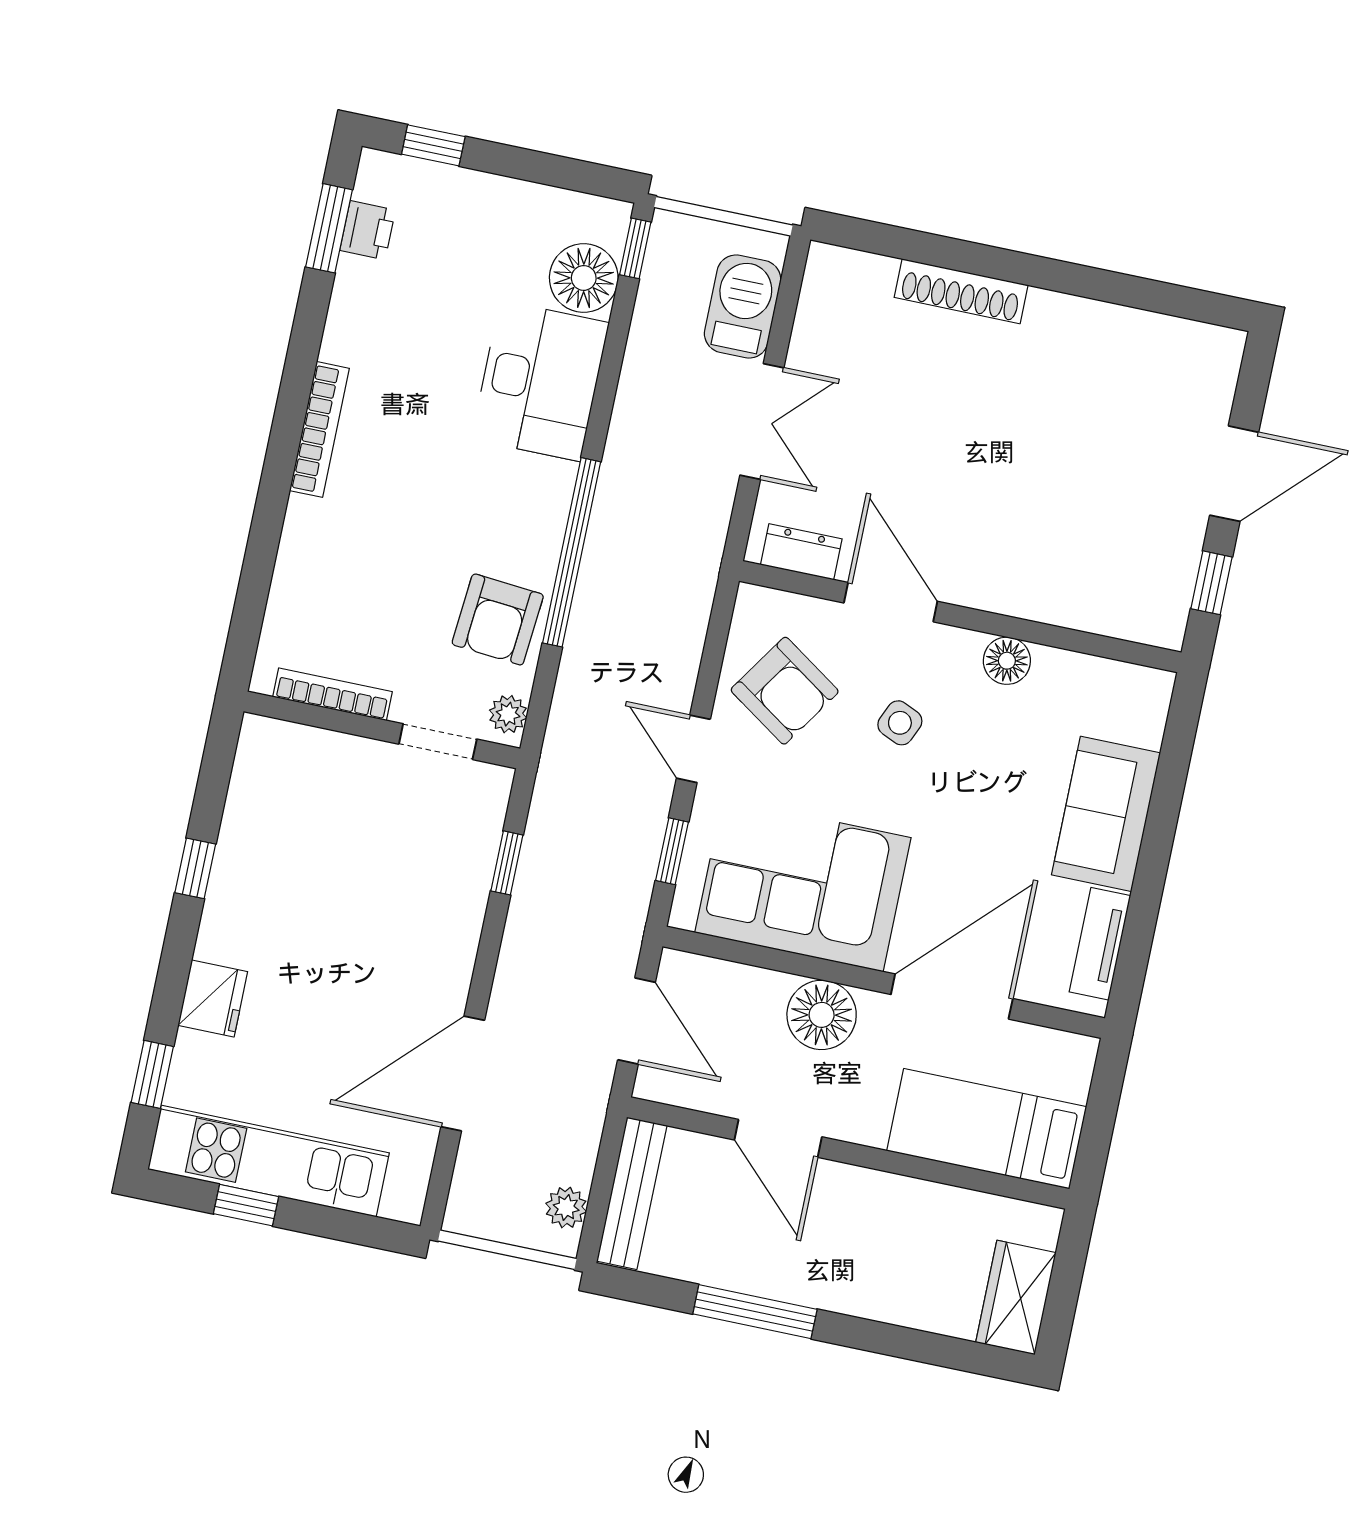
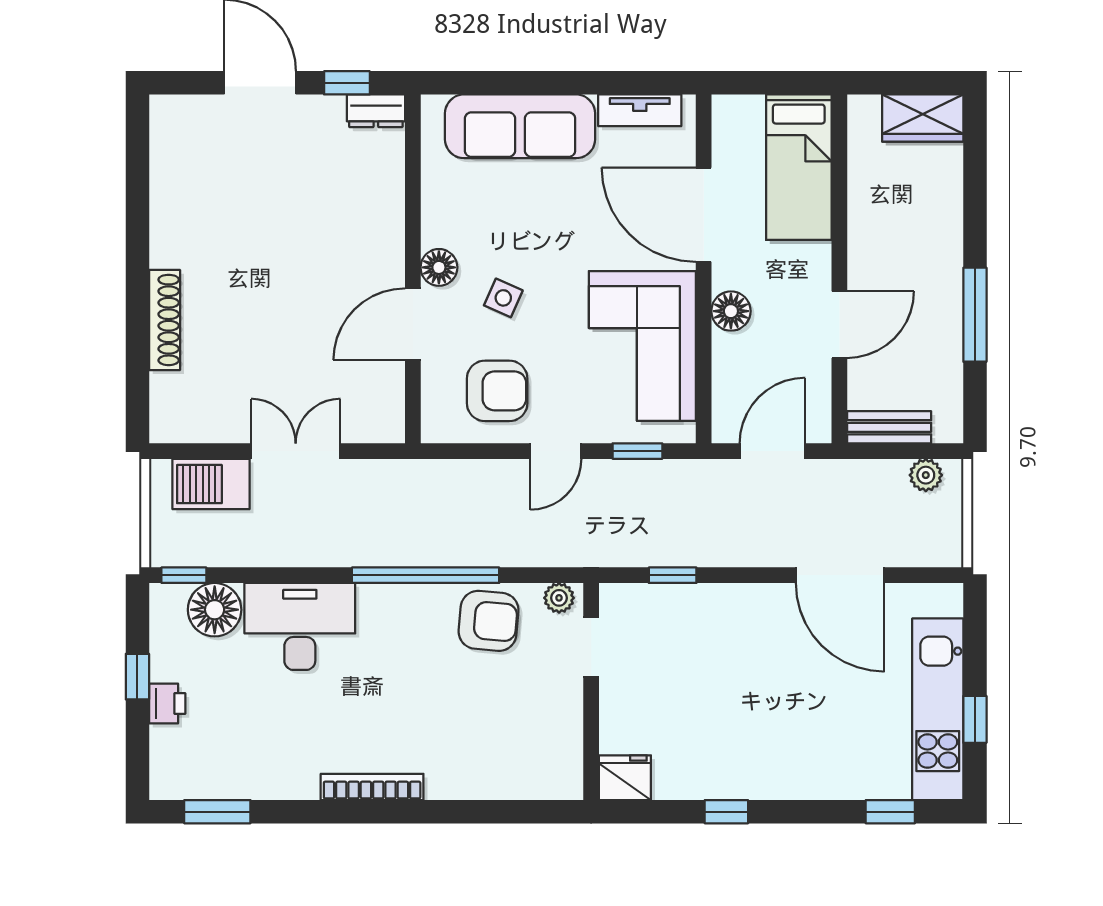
window: (433, 145) -> (137, 677), moved
printer: (368, 230) -> (167, 703), moved, turned 90
dresser: (801, 552) -> (376, 111), moved, turned -90
floor lamp: (1007, 661) -> (439, 267), moved
armchair: (785, 691) -> (497, 391), turned 56
bookcase: (333, 694) -> (572, 735), removed
sofa: (1106, 814) -> (520, 126), width x1.36
fridge: (213, 998) -> (625, 778), moved
floor lamp: (822, 1015) -> (731, 311), width x0.73, depth x0.73
bench: (632, 1193) -> (889, 427), width x0.73

